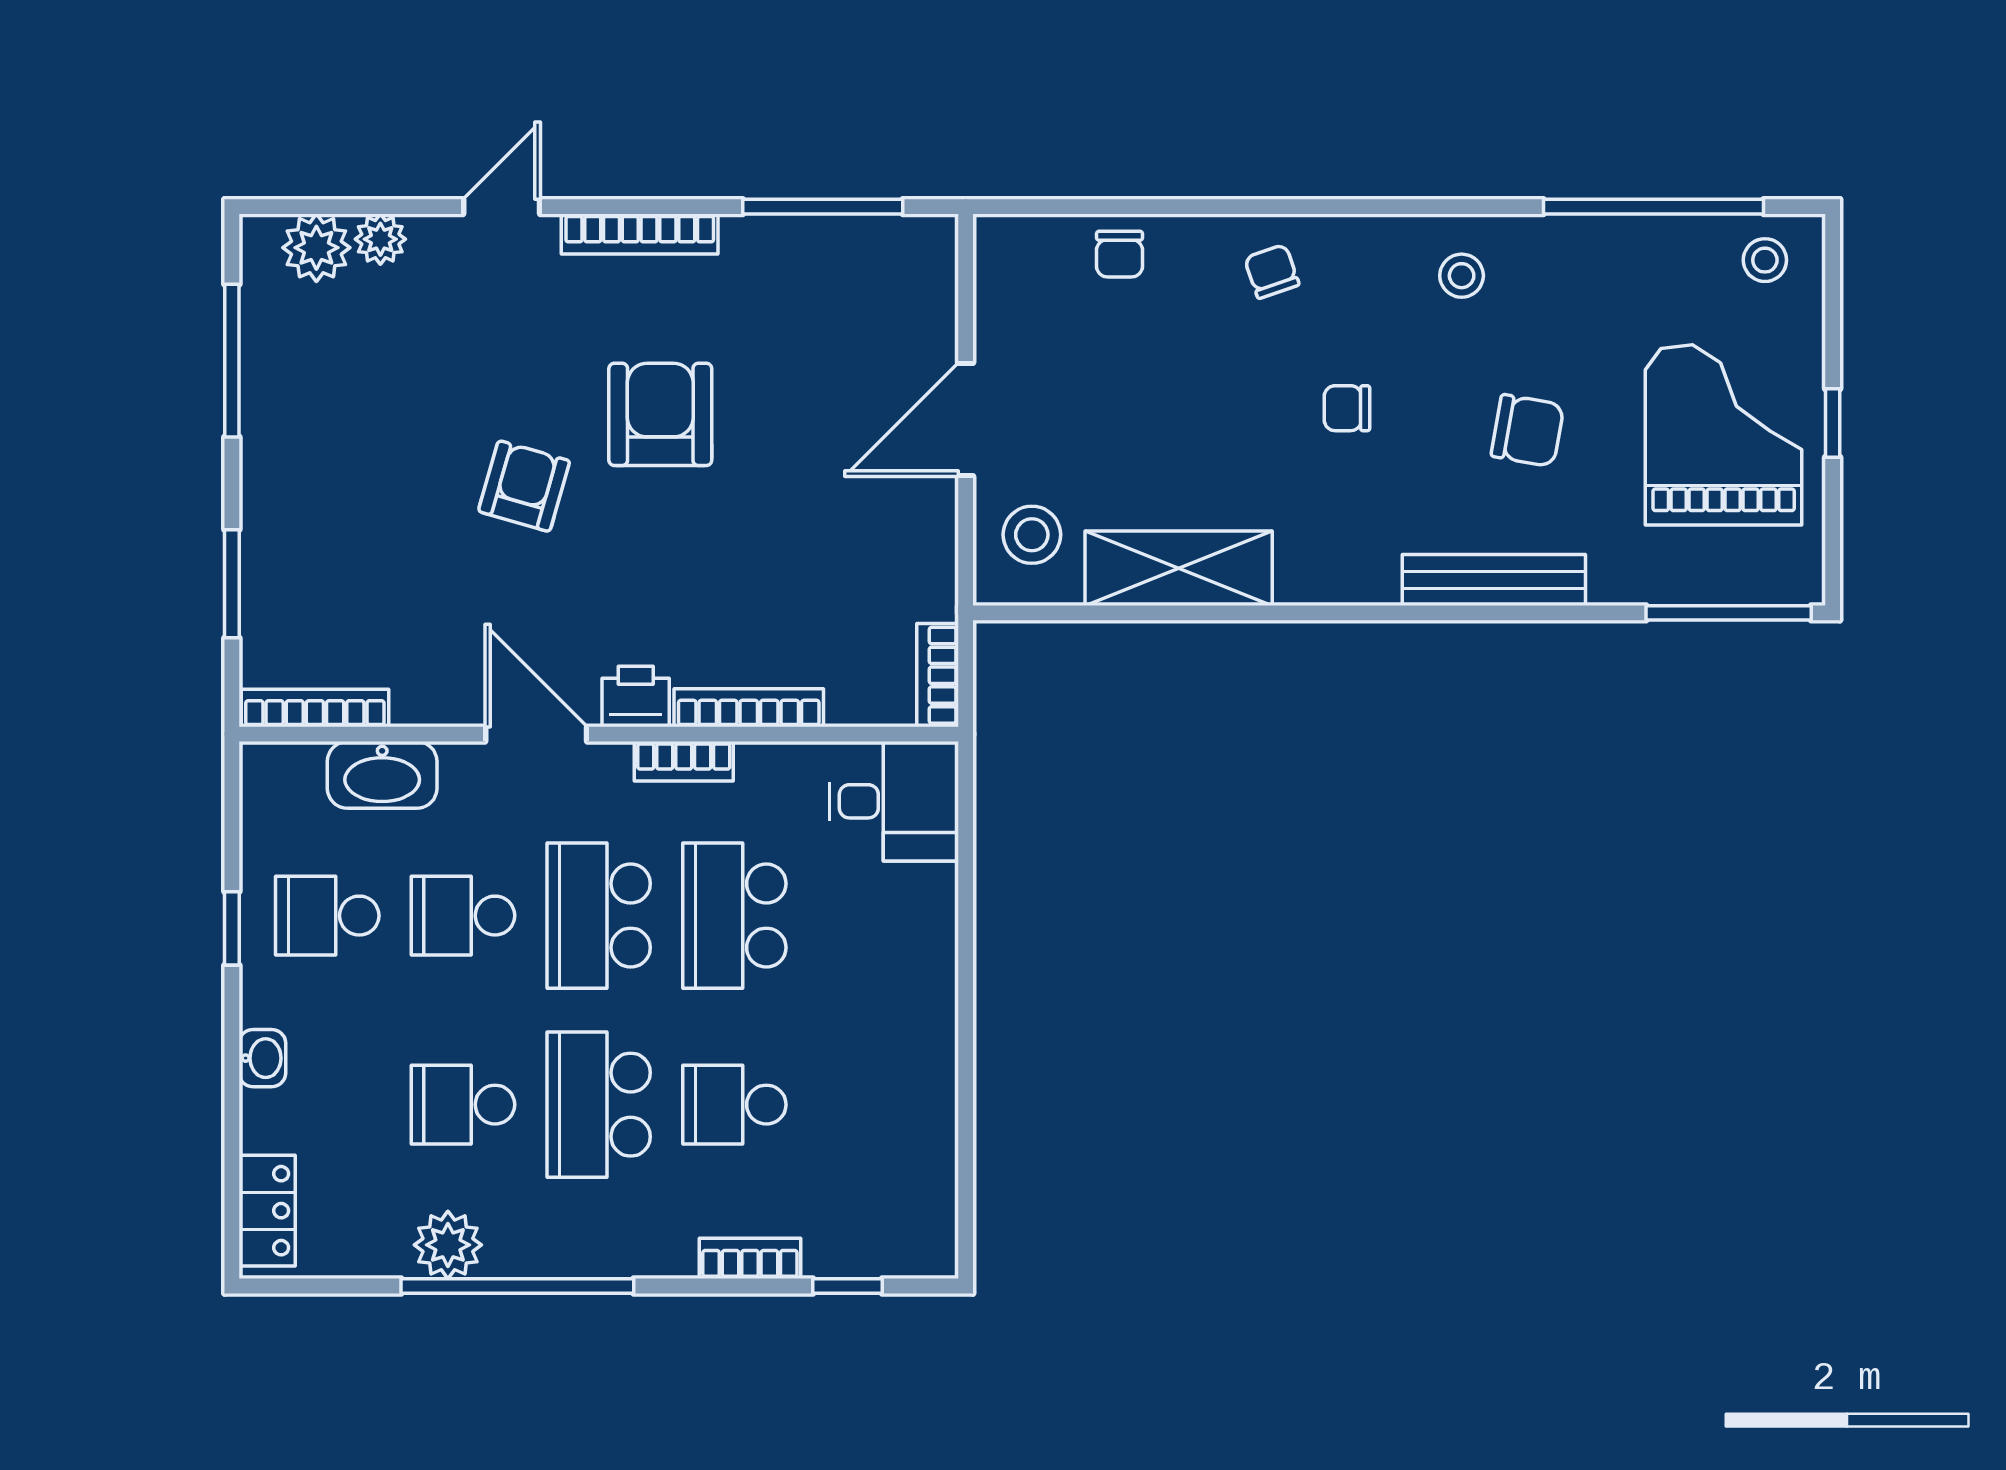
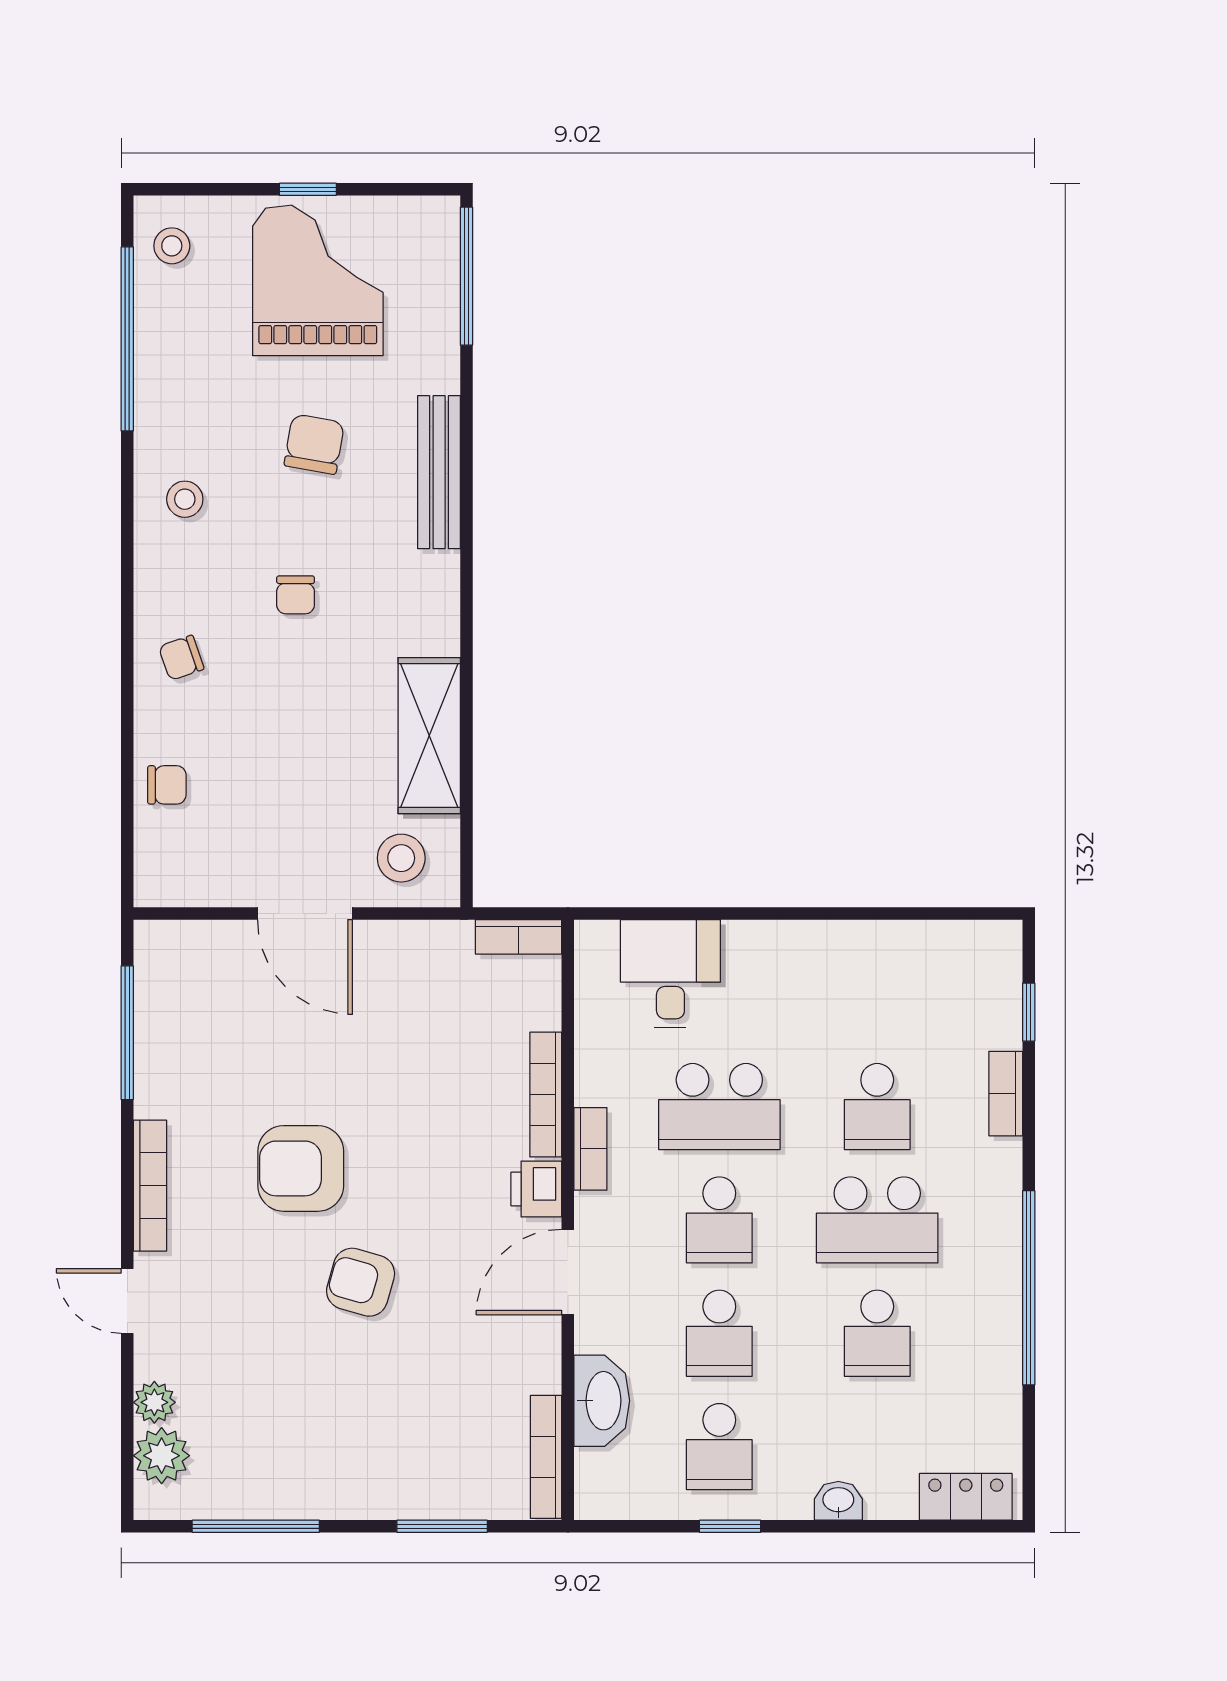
grand piano: (1724, 435) -> (318, 280), turned 90
desk: (894, 801) -> (670, 973), moved
school desk: (599, 916) -> (719, 1220), width x0.54
plant: (448, 1245) -> (994, 1346), removed

